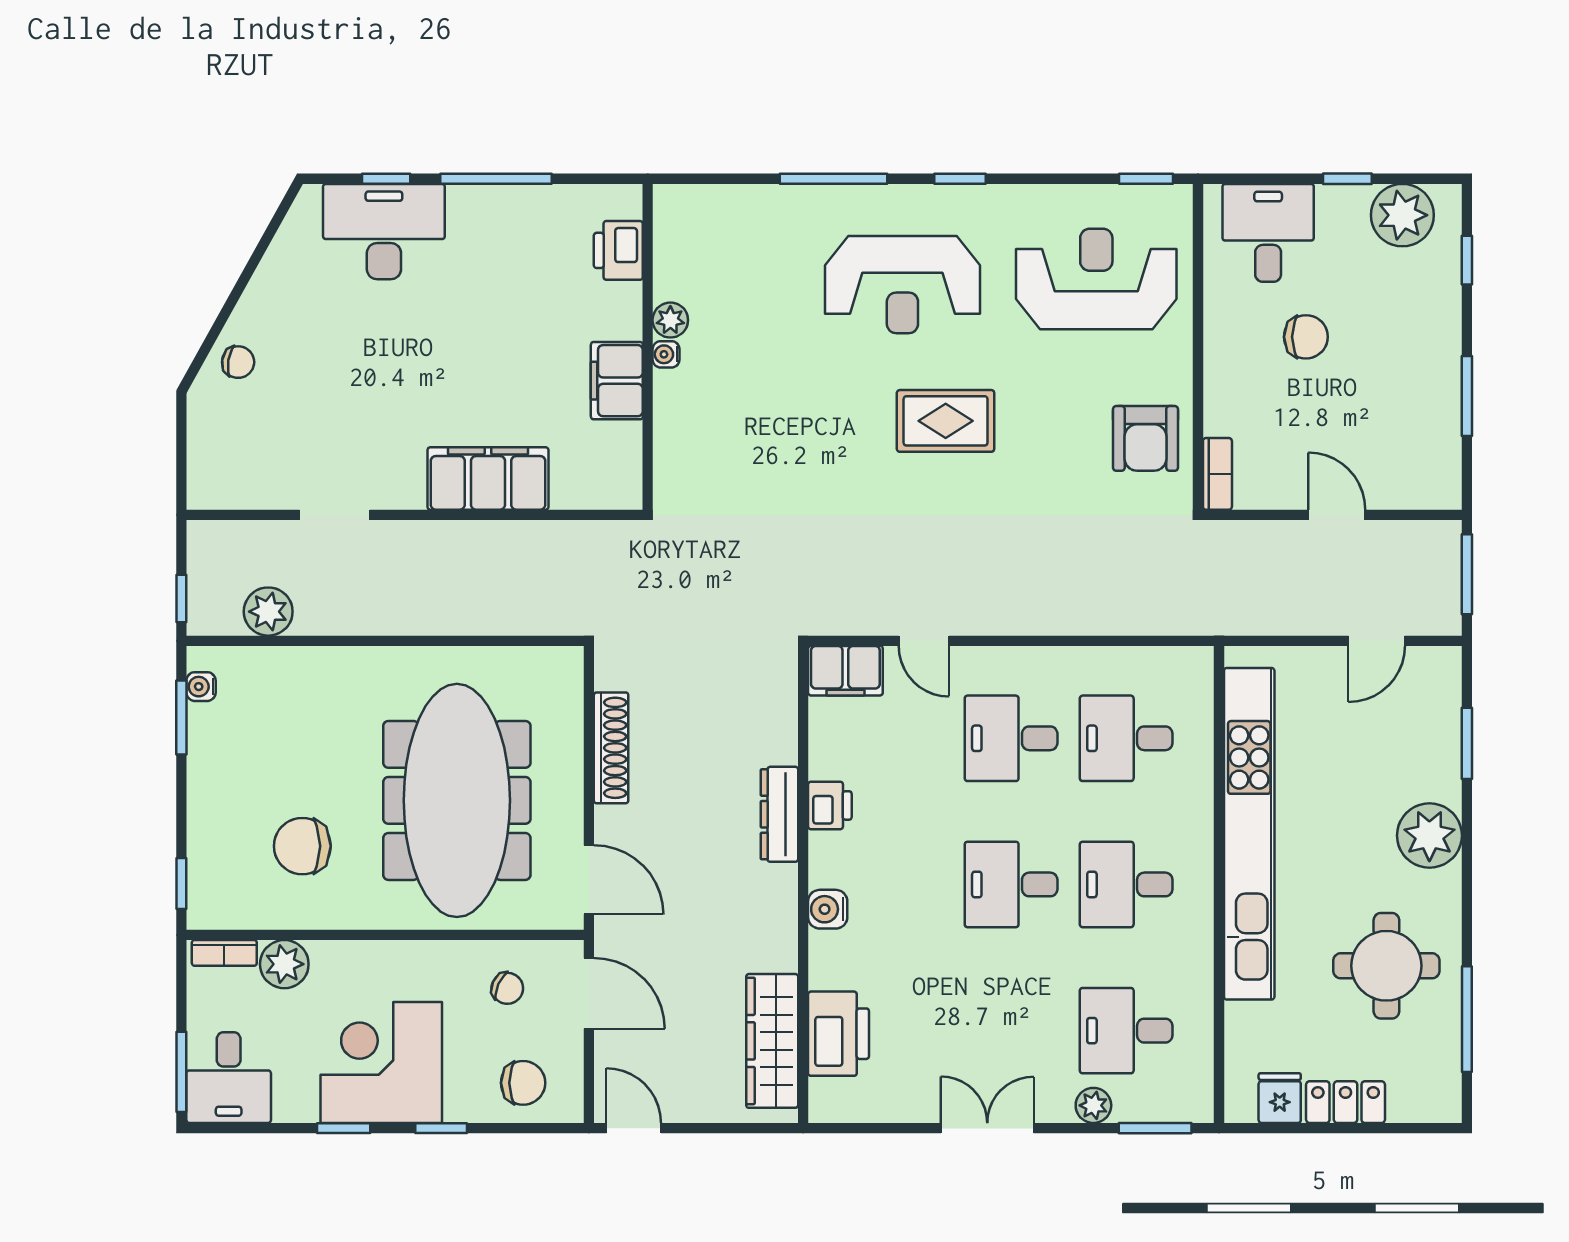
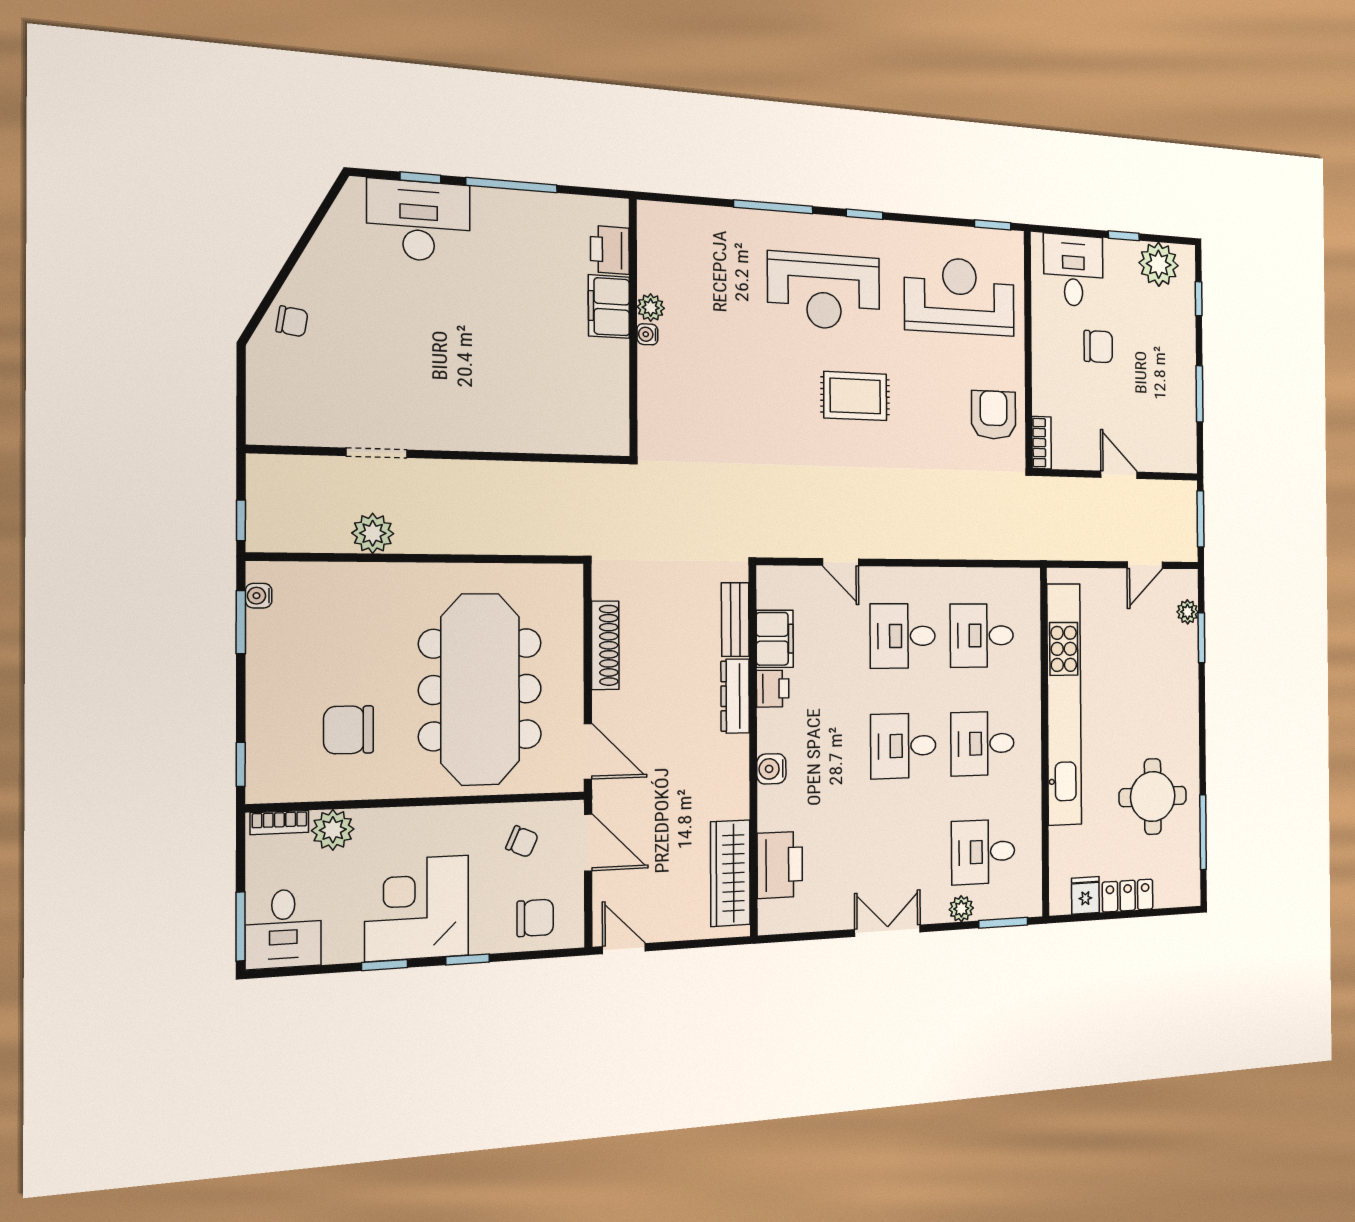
filing cabinet: (617, 381) -> (609, 307), moved
armchair: (1145, 438) -> (994, 415), turned 180
filing cabinet: (488, 478) -> (506, 427), removed
plant: (268, 612) -> (373, 533), moved
filing cabinet: (845, 671) -> (775, 639), moved, turned -90
bench: (780, 716) -> (735, 620), added
plant: (1429, 836) -> (1188, 612), moved, width x0.53, depth x0.53

